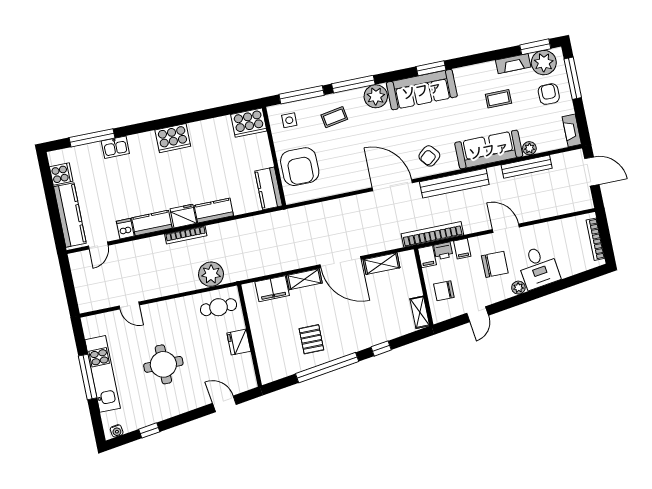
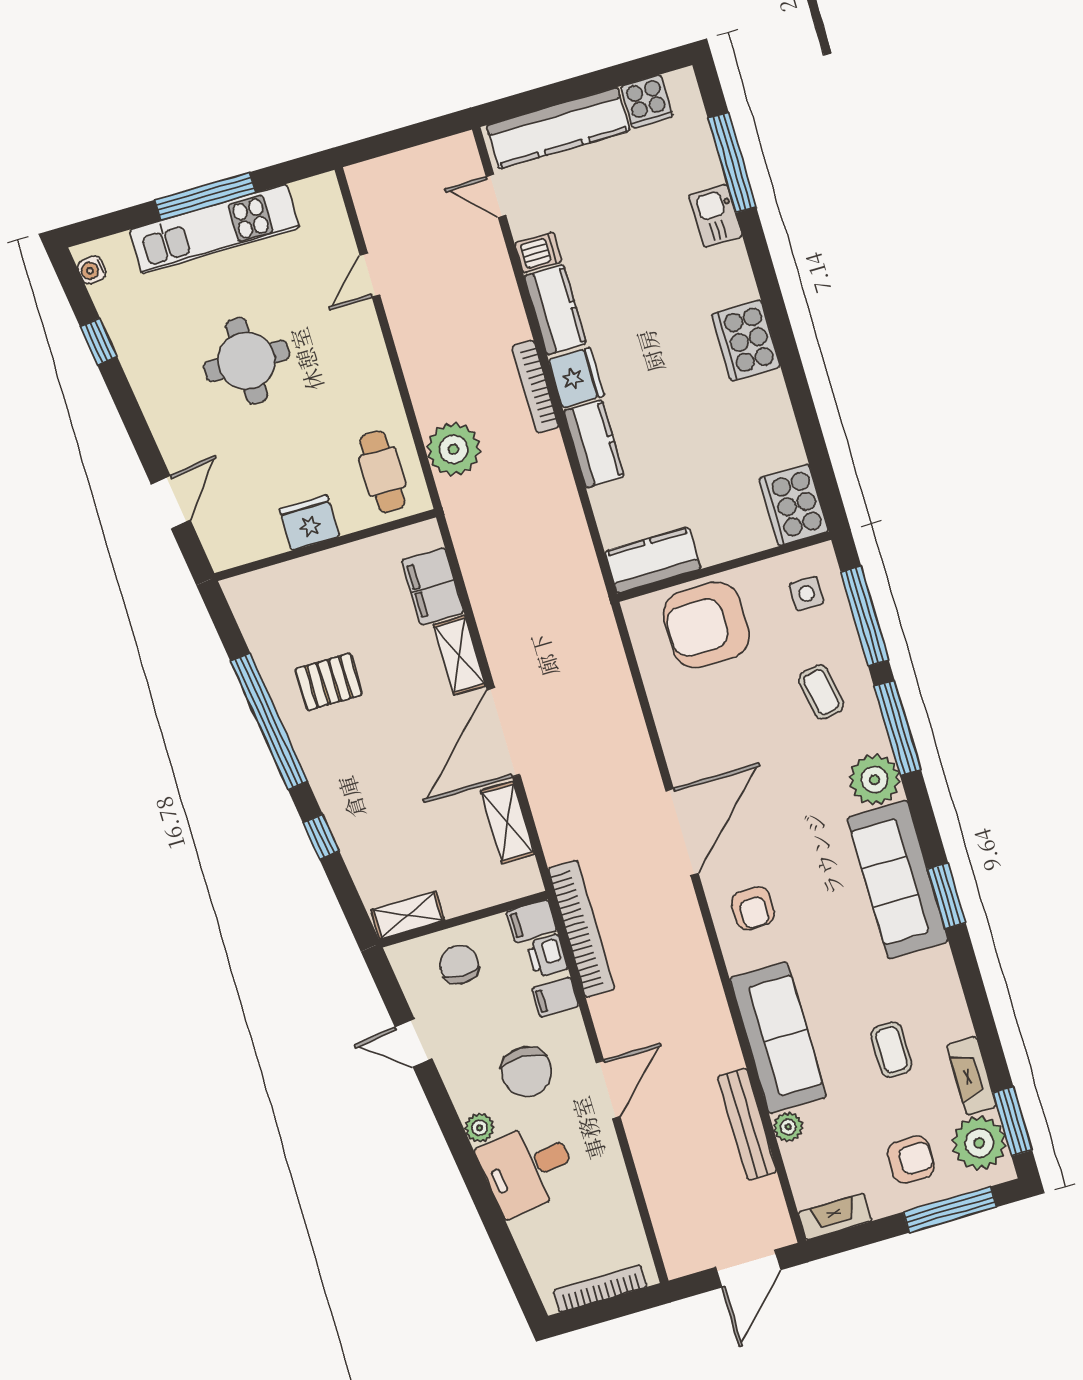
armchair: (429, 156) -> (753, 908), turned -140
bench: (454, 183) -> (698, 968), removed

